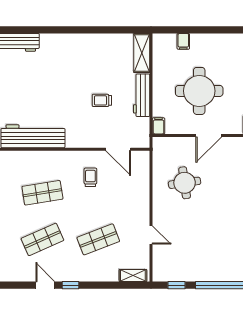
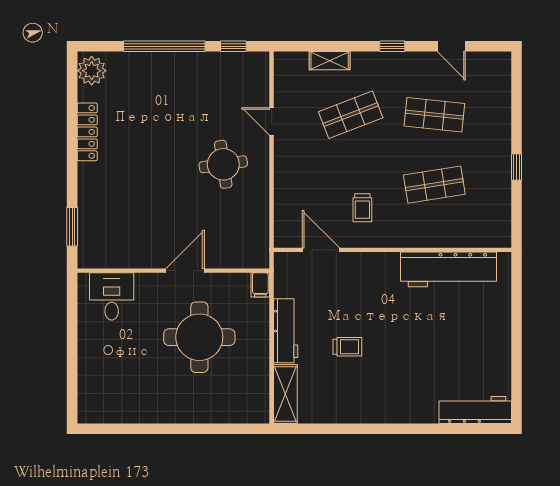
filing cabinet: (183, 41) -> (223, 411), removed
trolley: (102, 100) -> (347, 347), moved
round table: (185, 183) -> (223, 164), moved
shop shelf: (42, 239) -> (434, 115), turned 30
shelving: (133, 276) -> (330, 61), moved
door: (45, 285) -> (451, 46), moved

